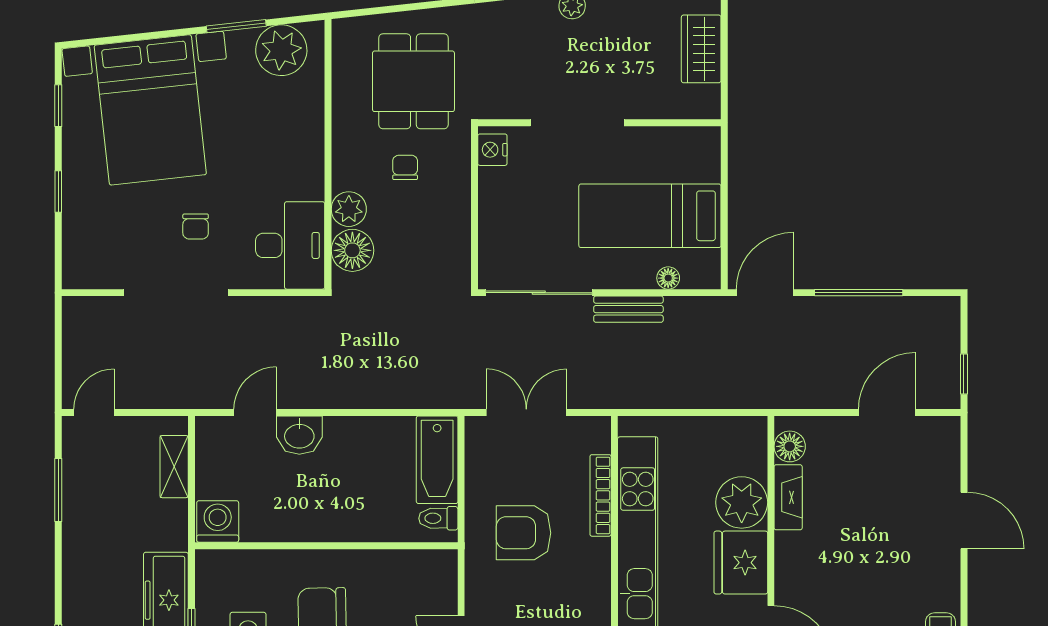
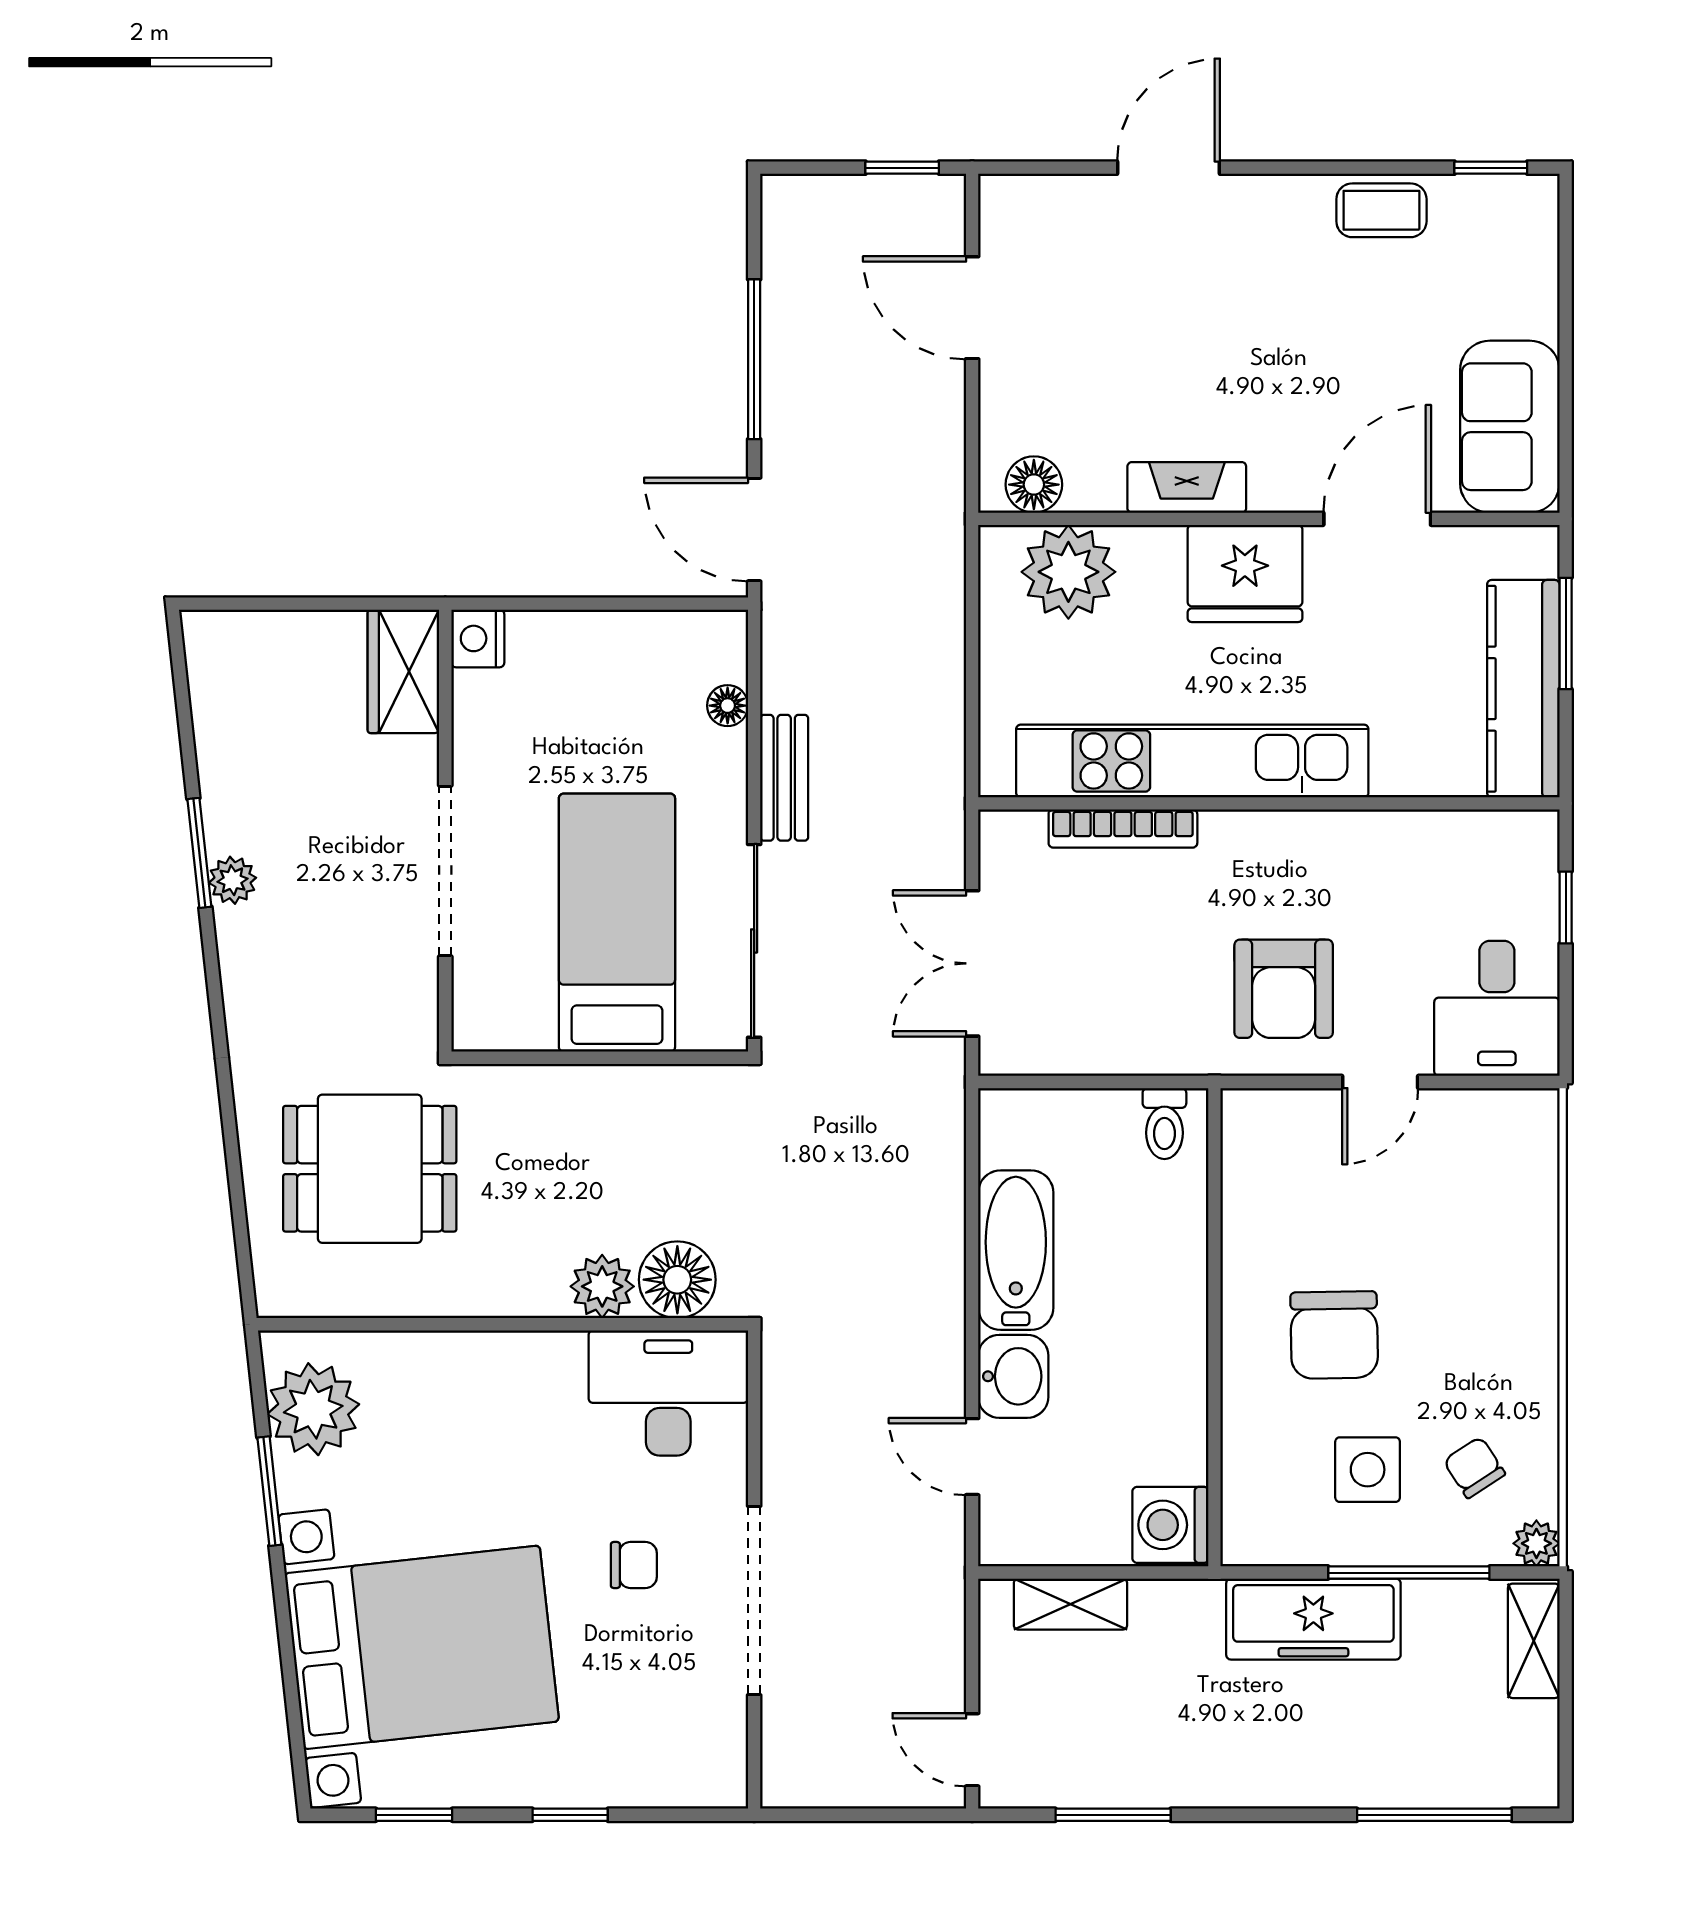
wardrobe: (701, 49) -> (403, 671), moved, turned 90
nightstand: (492, 150) -> (478, 638), moved, turned 90
chair: (405, 167) -> (526, 1184), removed
bed: (650, 216) -> (617, 923), moved, turned 180
bathtub: (437, 460) -> (1016, 1250), moved, turned -90
fireplace: (788, 497) -> (1187, 487), moved
plant: (742, 502) -> (1068, 572), moved
armchair: (524, 533) -> (1284, 989), moved

